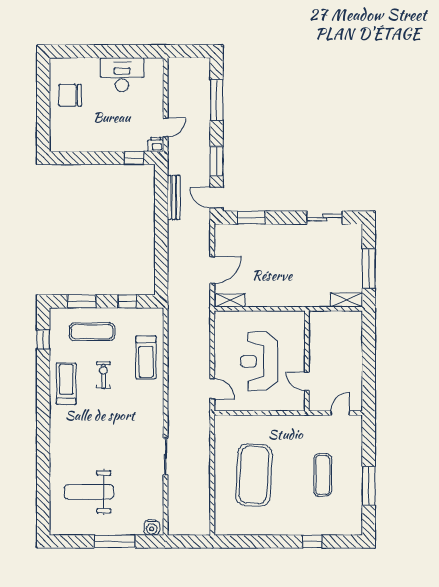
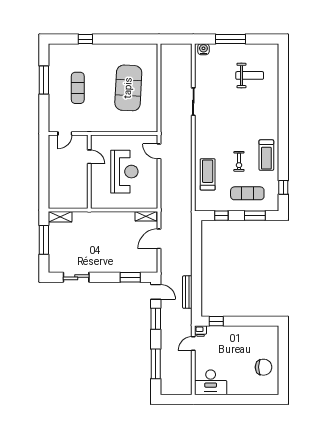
desk: (122, 75) -> (211, 382), moved
weight bench: (89, 492) -> (250, 75), width x0.73, depth x0.75

